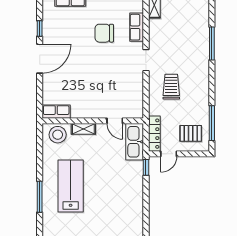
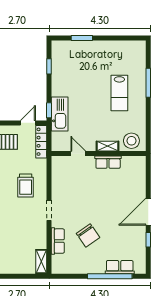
chair: (104, 33) -> (88, 235), turned 55
row of seats: (56, 112) -> (108, 162), moved
kitchen sink: (135, 142) -> (60, 114), moved
lab bench: (71, 186) -> (119, 93), width x0.73, depth x0.72
window: (146, 214) -> (49, 66), added

